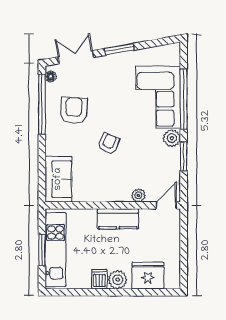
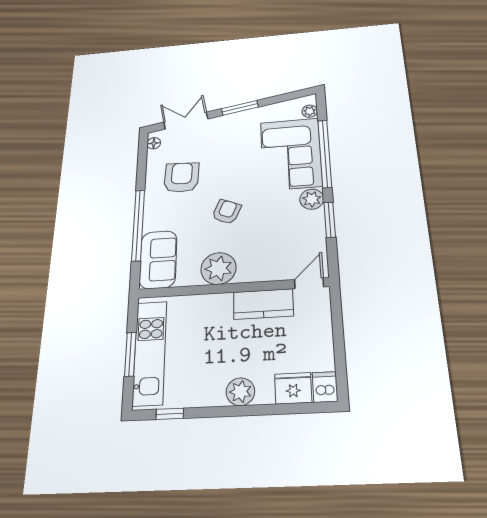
plant: (174, 59) -> (310, 111), added
window: (42, 104) -> (138, 225), moved
plant: (138, 195) -> (218, 268), moved, width x1.87, depth x1.87
kitchen counter: (118, 219) -> (263, 304), moved
fridge: (148, 276) -> (293, 388), width x0.73, depth x0.75
dishwasher: (99, 279) -> (325, 387), moved
window: (71, 292) -> (170, 414), added

